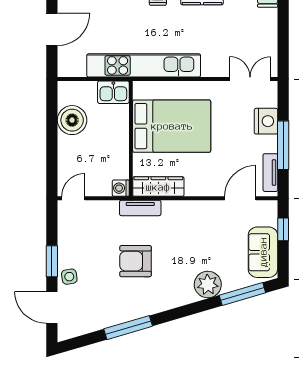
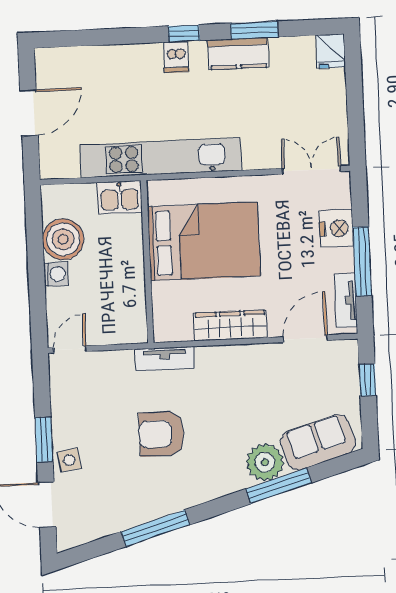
wardrobe: (158, 187) -> (230, 325), moved
washing machine: (121, 188) -> (56, 274), moved, turned 180
sofa: (263, 252) -> (318, 442), moved, turned 74
window: (242, 294) -> (278, 486), moved

